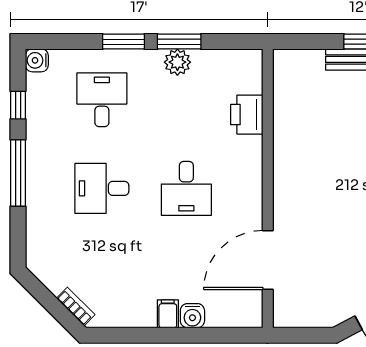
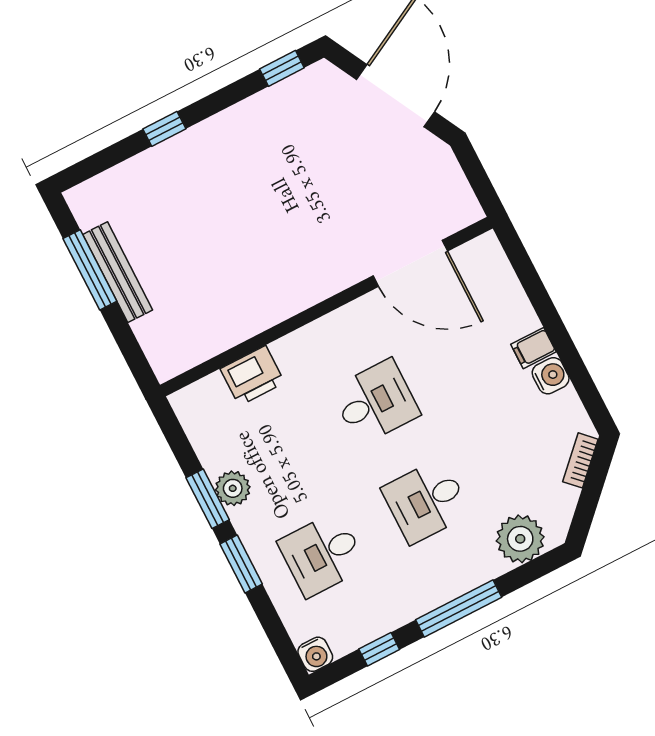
desk: (102, 188) -> (426, 501), turned 90
plant: (44, 239) -> (520, 539), added
water cooler: (192, 316) -> (551, 376), moved

